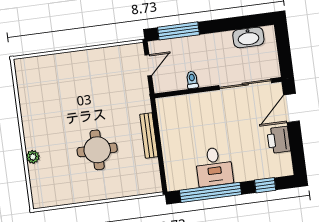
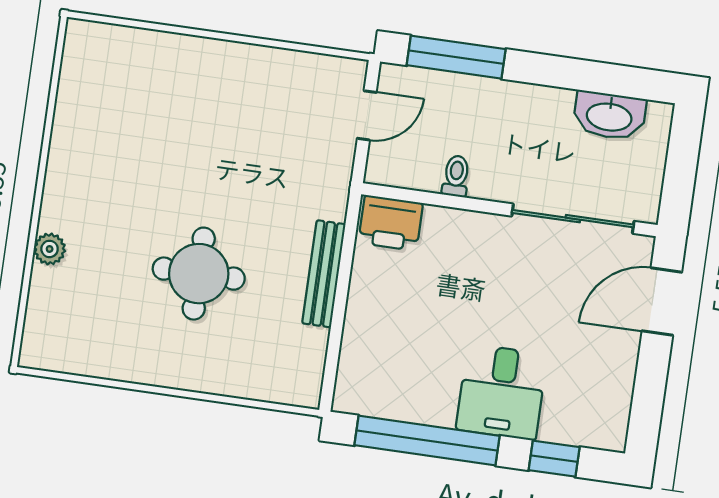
printer: (279, 140) -> (391, 223), moved, turned -90
desk: (214, 167) -> (502, 392), moved

